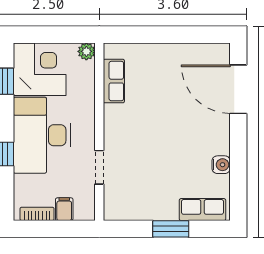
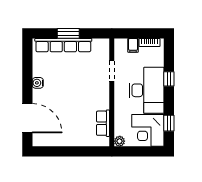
water cooler: (221, 165) -> (38, 83), moved
row of seats: (203, 210) -> (63, 45), width x2.02

